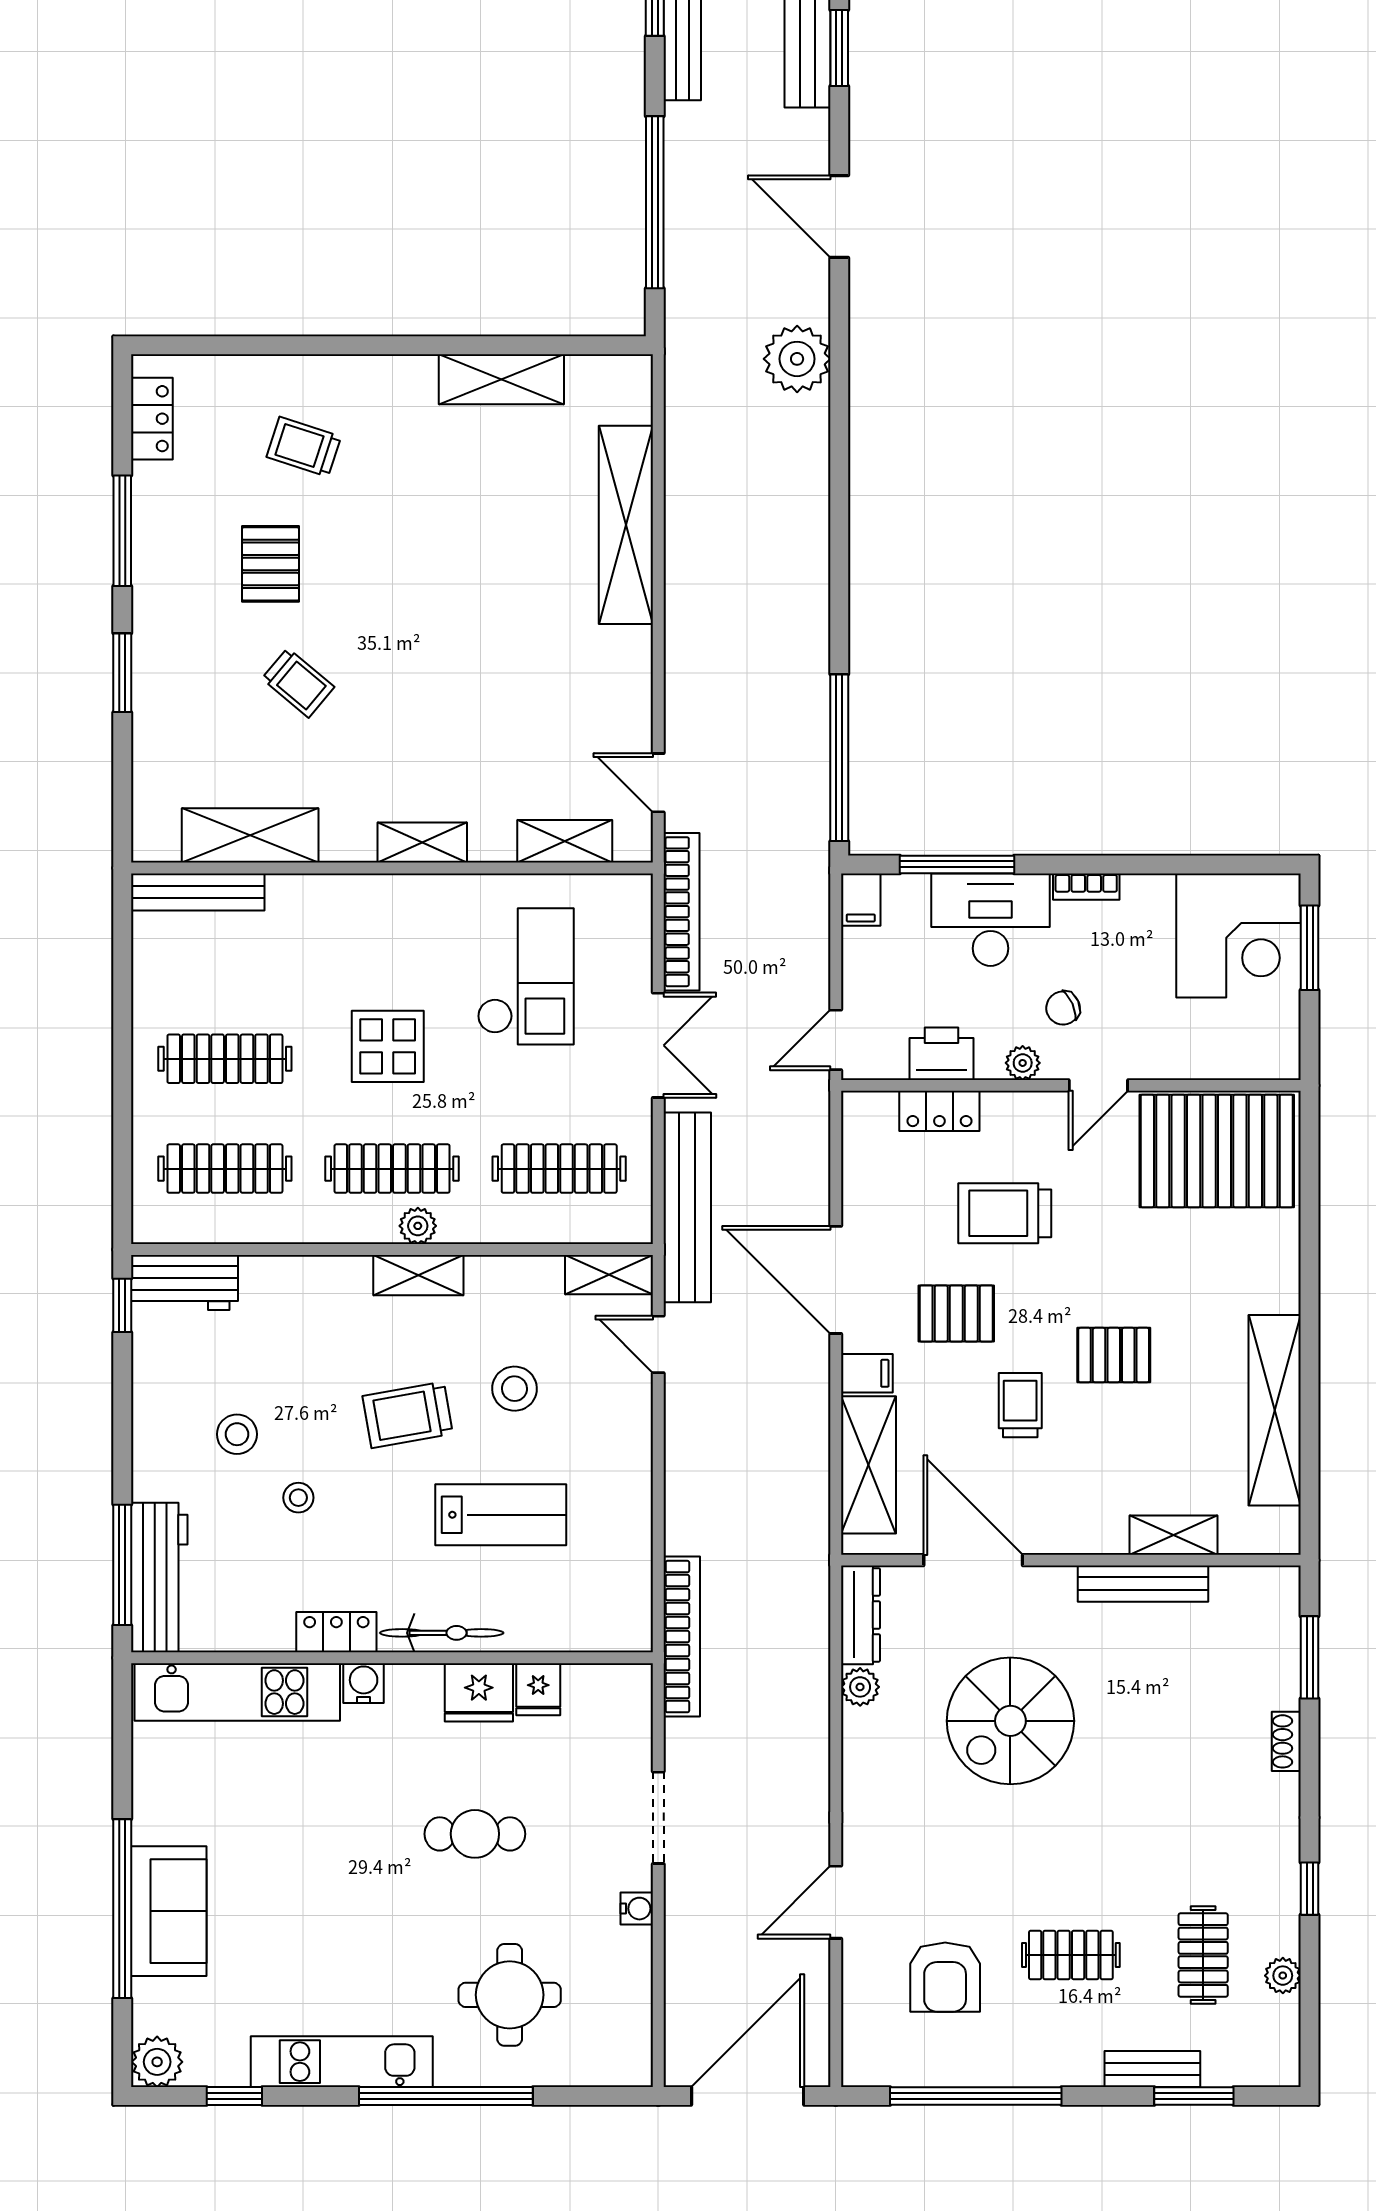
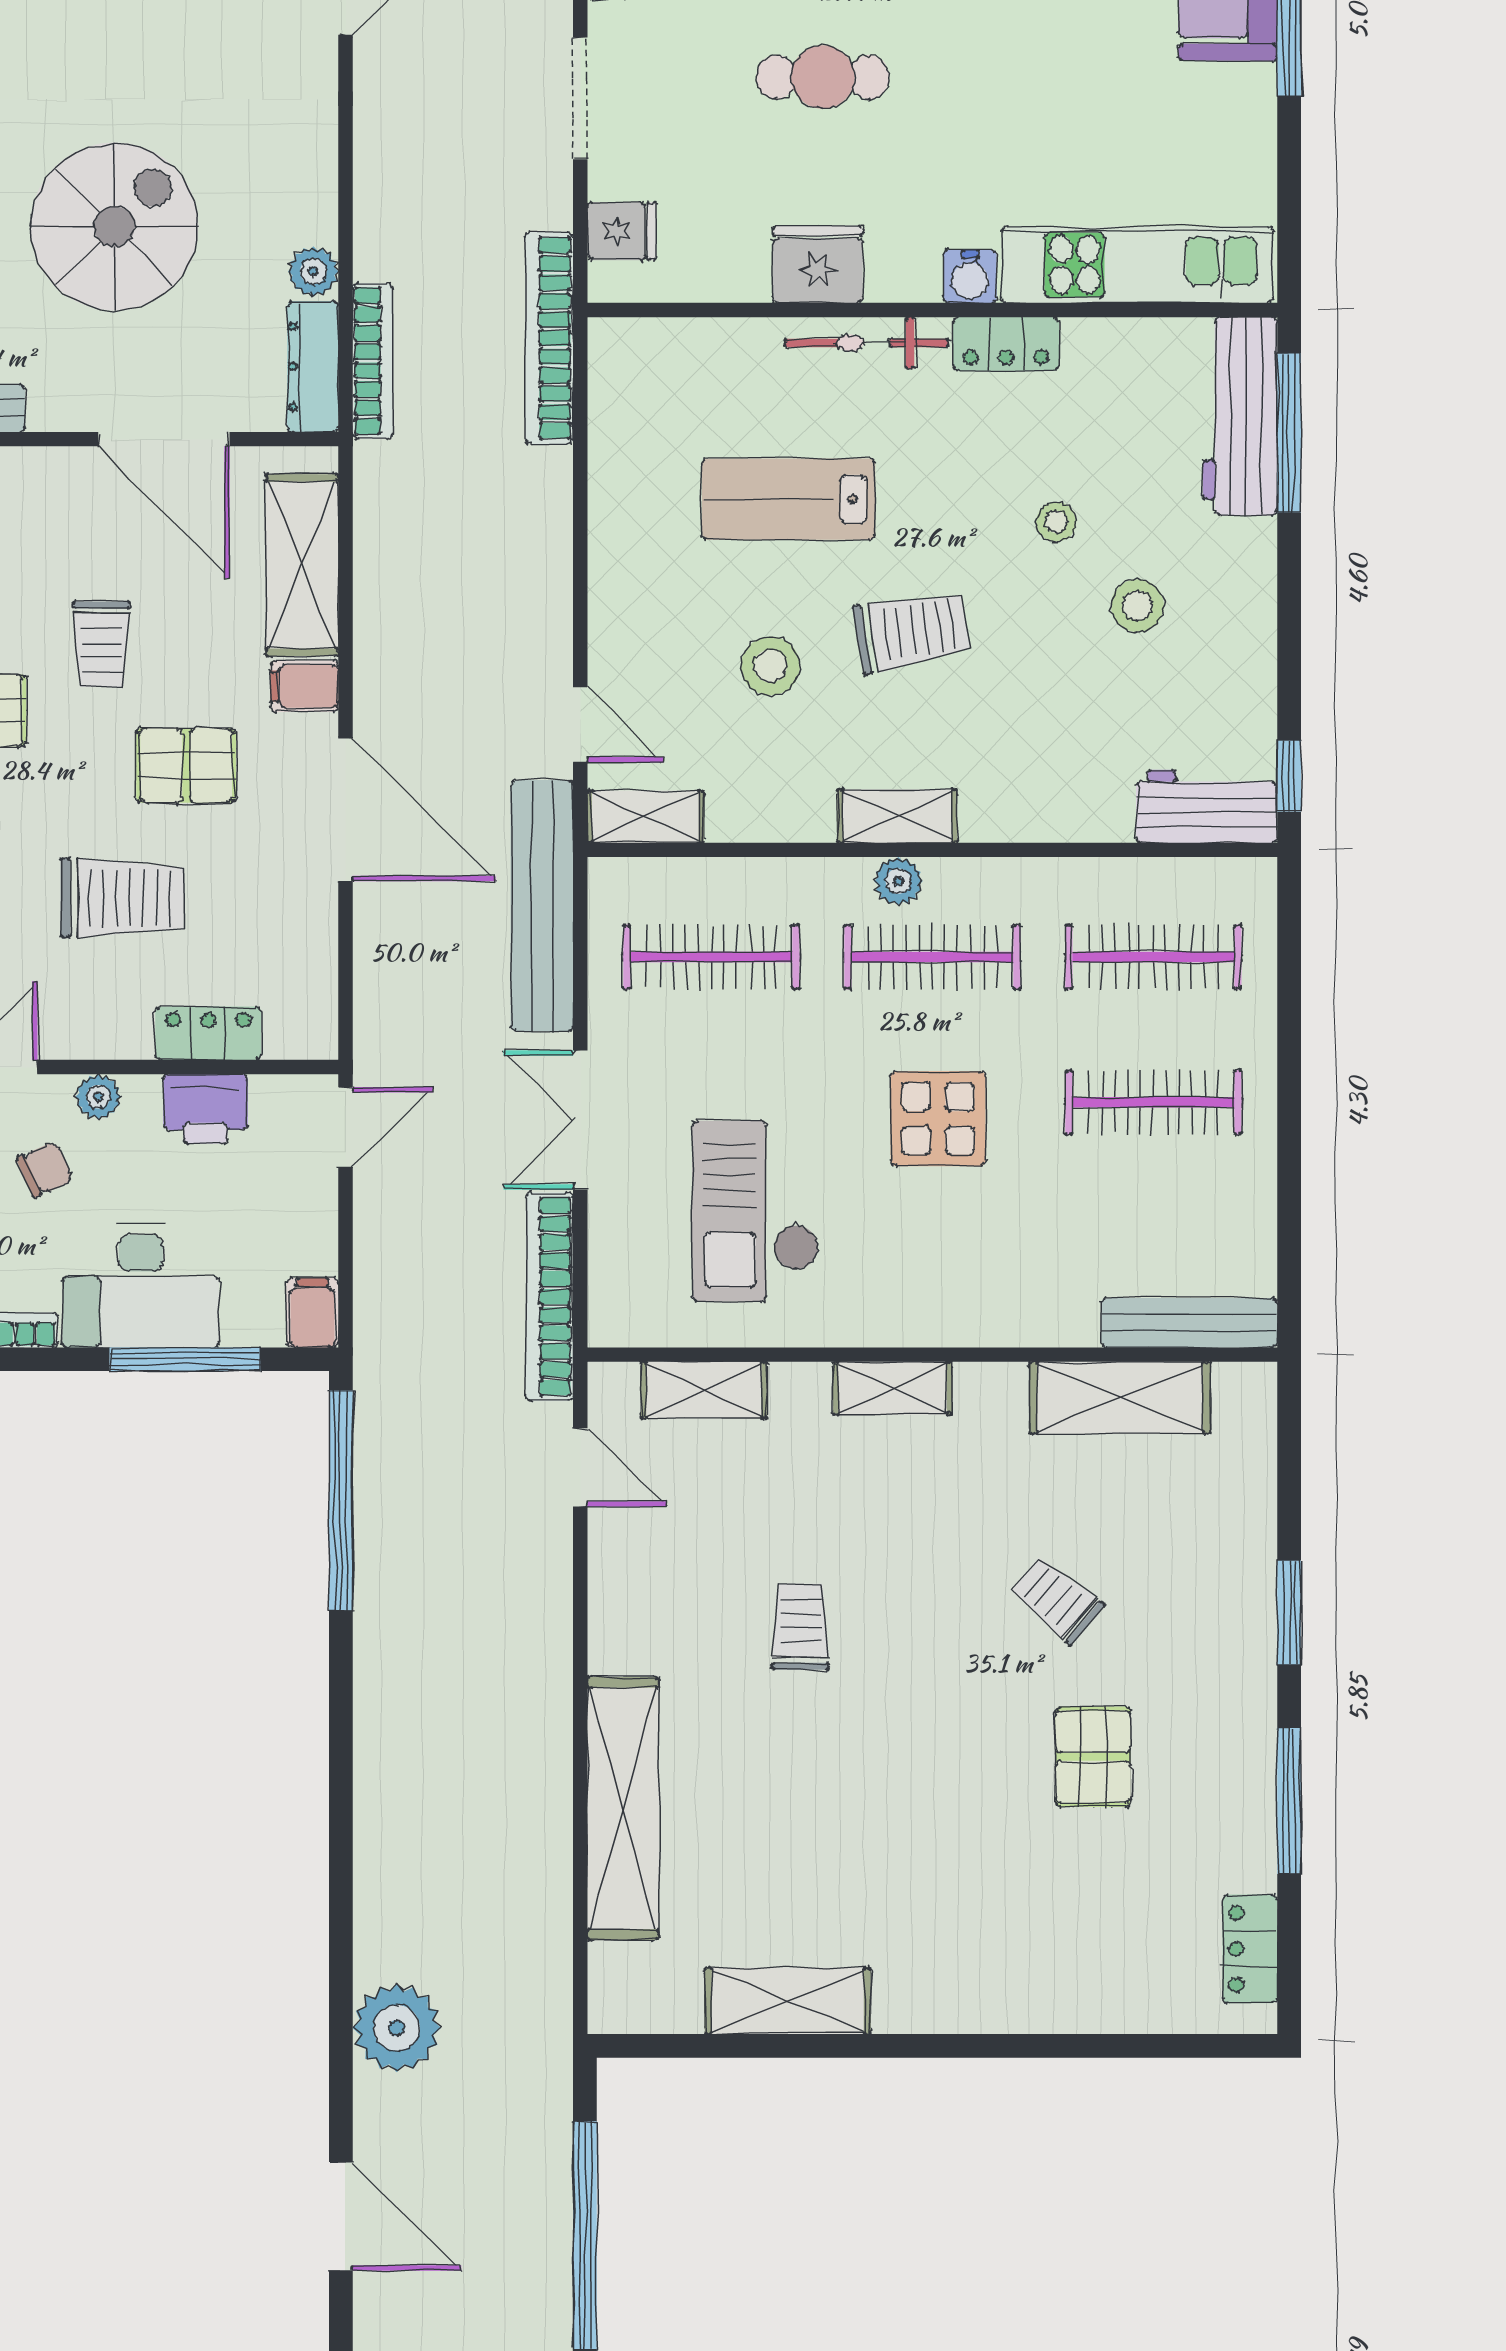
trolley: (304, 447) -> (800, 1627), moved, turned -108
bookcase: (815, 1619) -> (372, 361), added
fridge: (538, 1689) -> (622, 231), moved, turned 90

